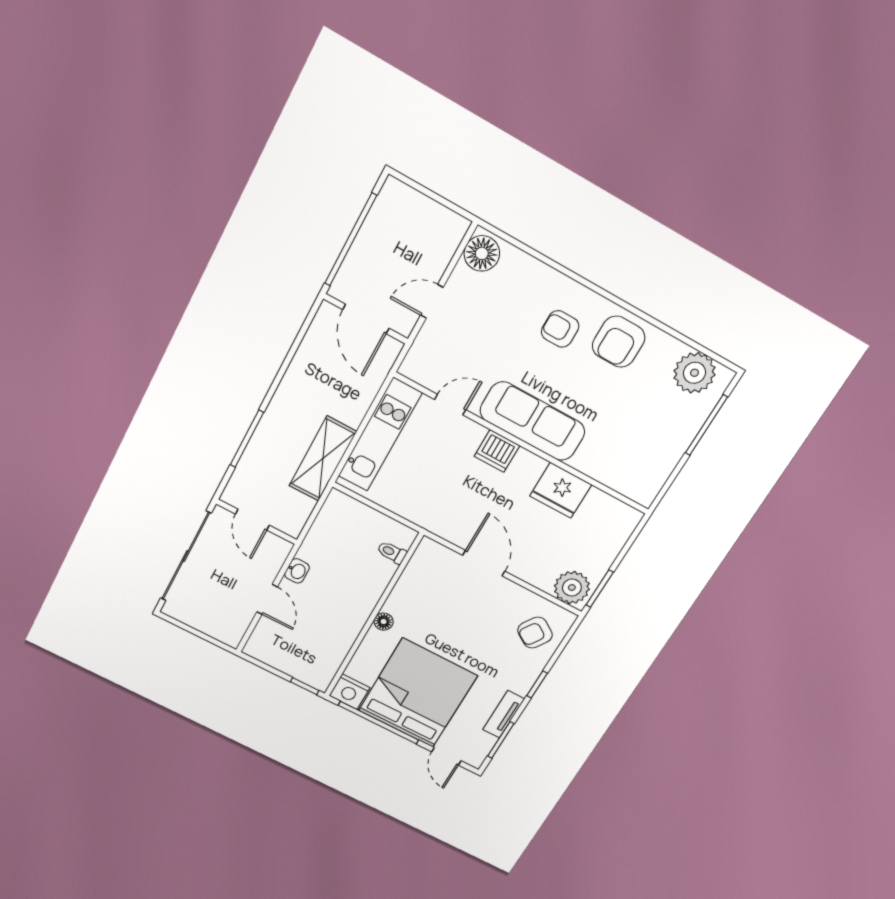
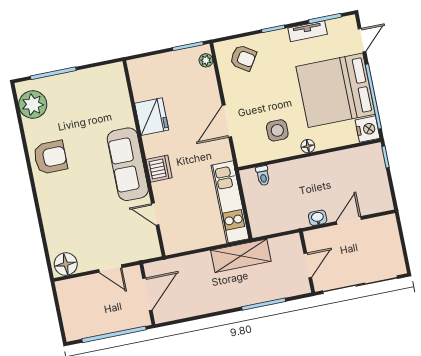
armchair: (560, 329) -> (69, 192), removed
kitchen unit: (380, 435) -> (230, 202), moved, turned -90
plant: (572, 588) -> (206, 60), width x0.53, depth x0.53
side table: (428, 605) -> (277, 130), added

